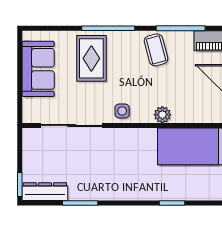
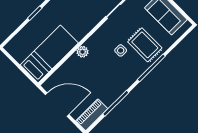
coffee table: (156, 50) -> (117, 81), removed
side table: (122, 111) -> (121, 50), moved

